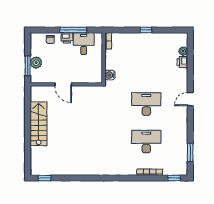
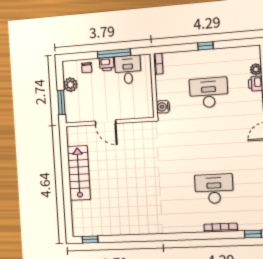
plant: (36, 63) -> (70, 85), moved
desk: (146, 104) -> (209, 93), moved

